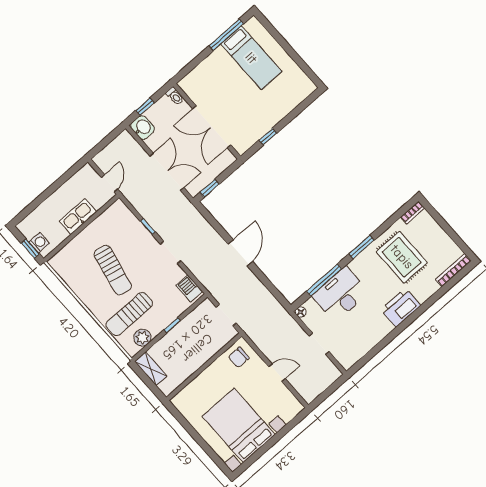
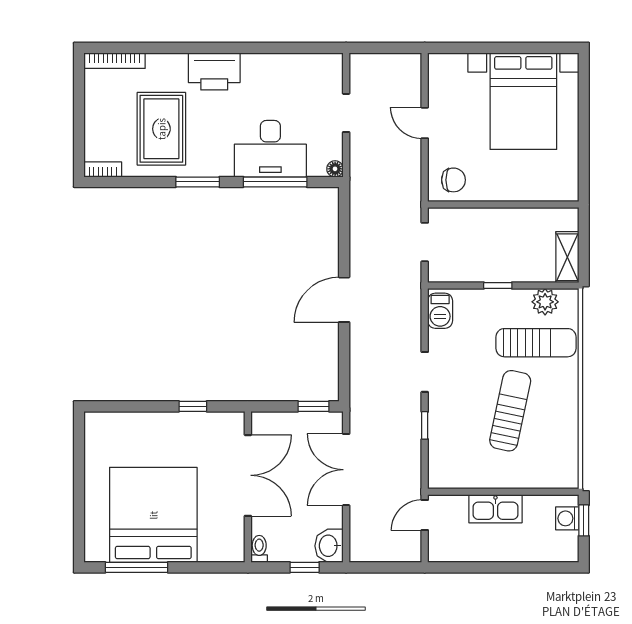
bed: (251, 58) -> (153, 515), width x2.04

